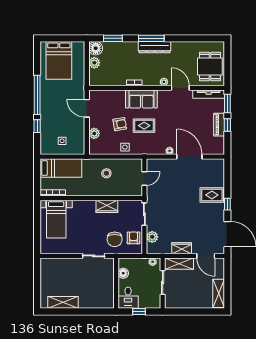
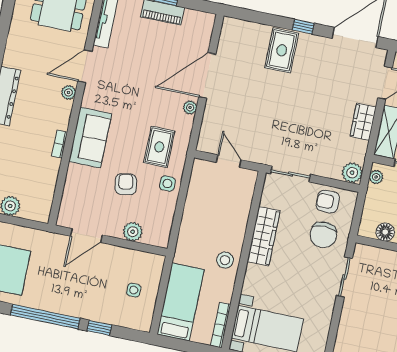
rug: (144, 126) -> (159, 147), moved
stool: (106, 173) -> (225, 260), moved
wardrobe: (107, 206) -> (264, 236), width x1.50
plant: (152, 237) -> (352, 173), moved
chair: (115, 239) -> (323, 235), turned 90

